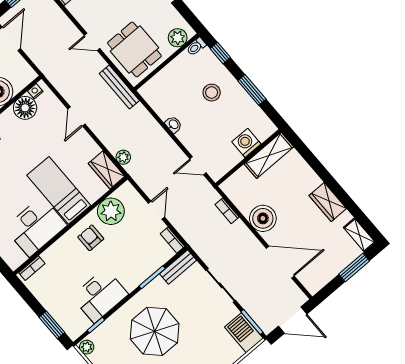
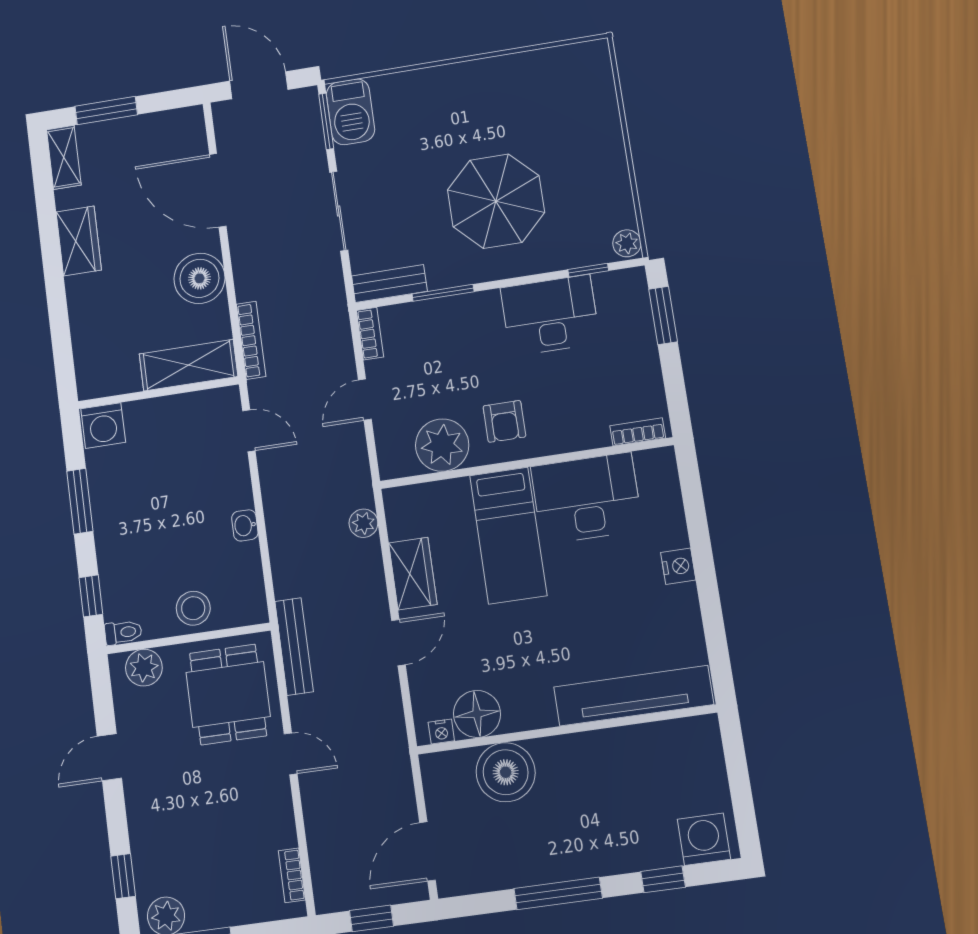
stool: (212, 93) -> (193, 608), moved
washing machine: (246, 143) -> (103, 426), moved
shelving: (269, 155) -> (188, 365), moved
wardrobe: (107, 170) -> (413, 574), moved
bookcase: (227, 211) -> (251, 340), width x1.56

